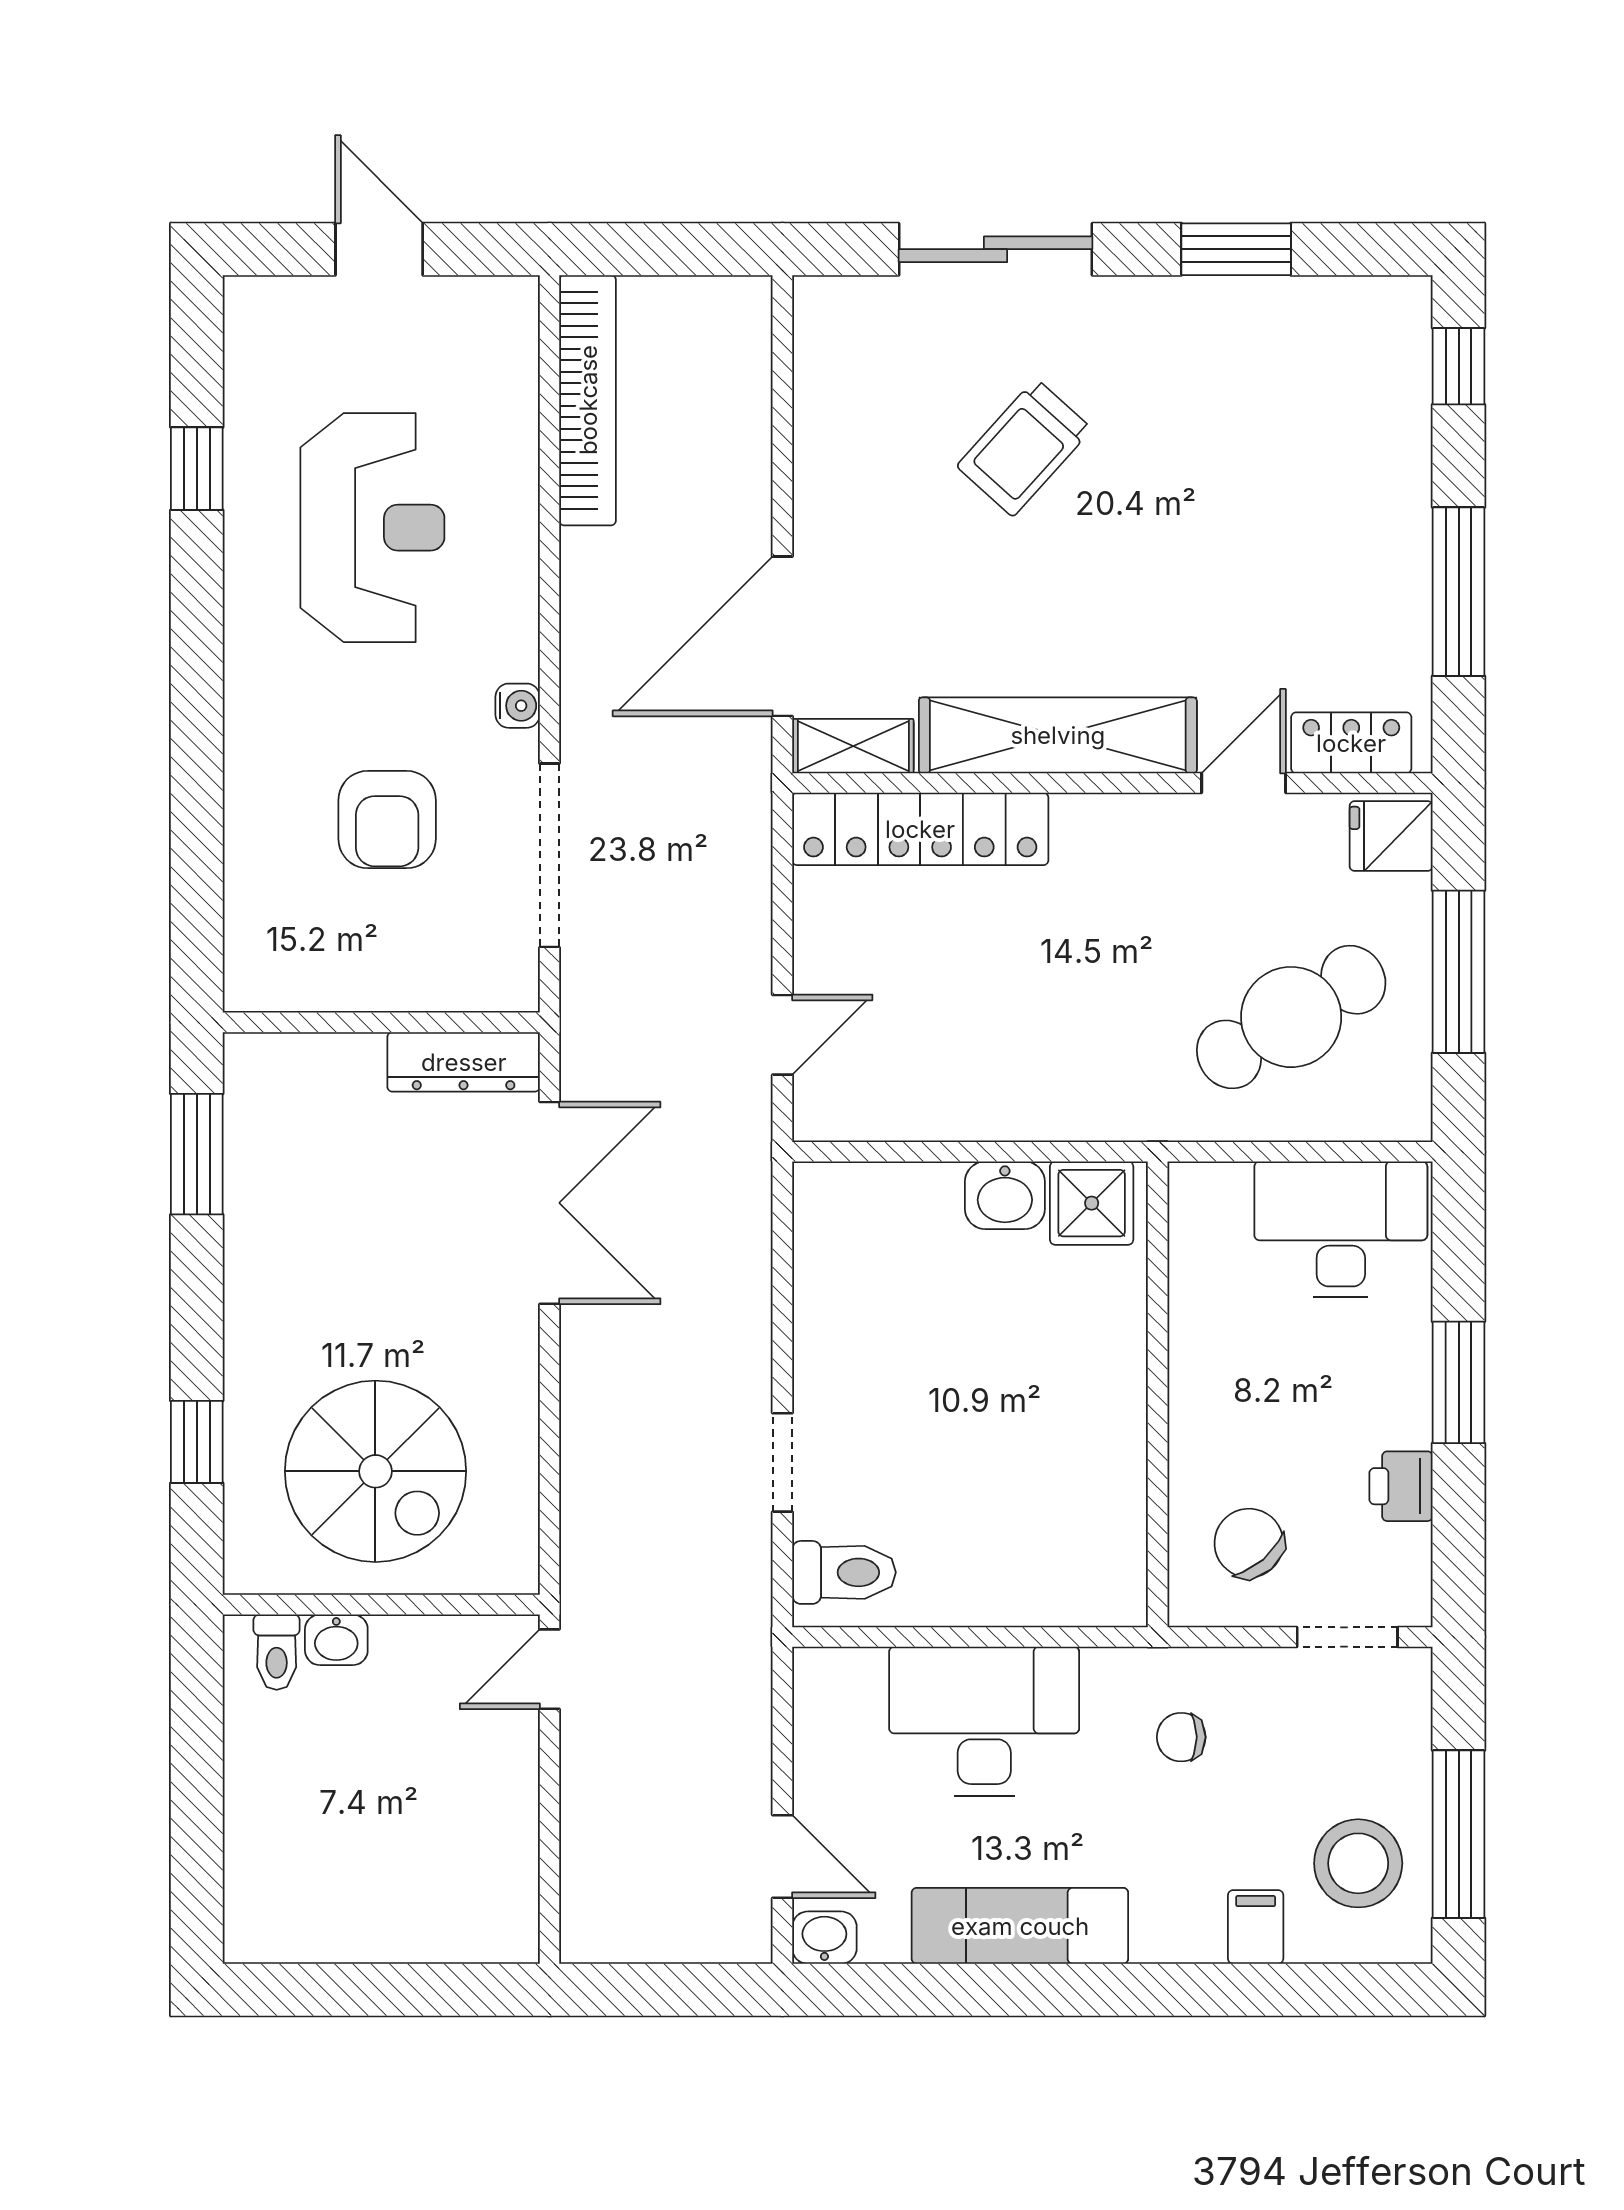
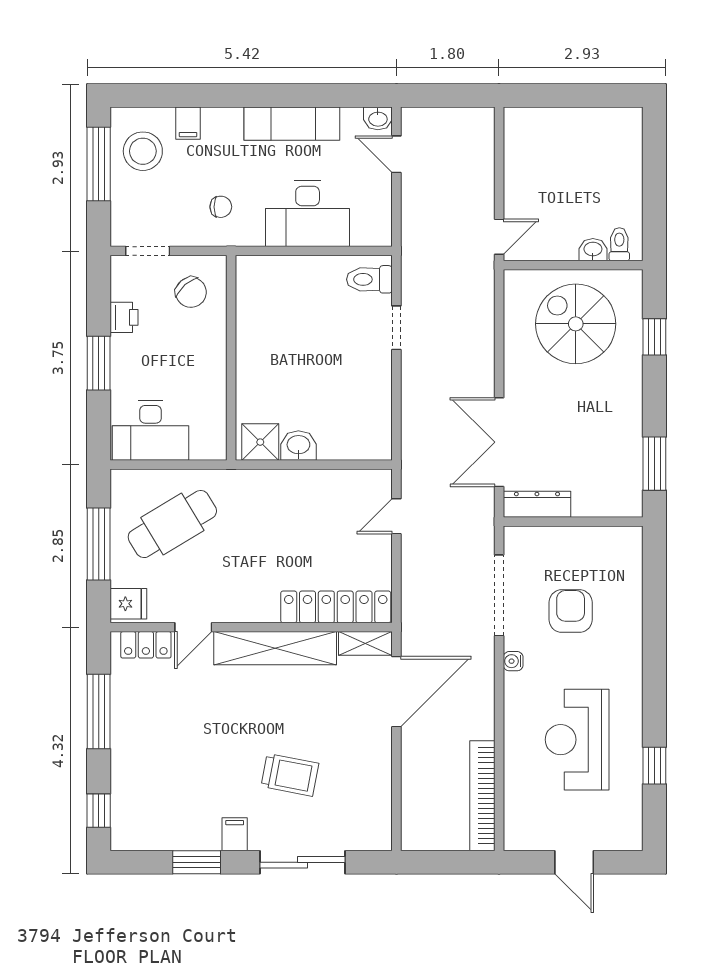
filing cabinet: (1150, 313) -> (235, 834), added
trolley: (1024, 448) -> (290, 775), turned 59

